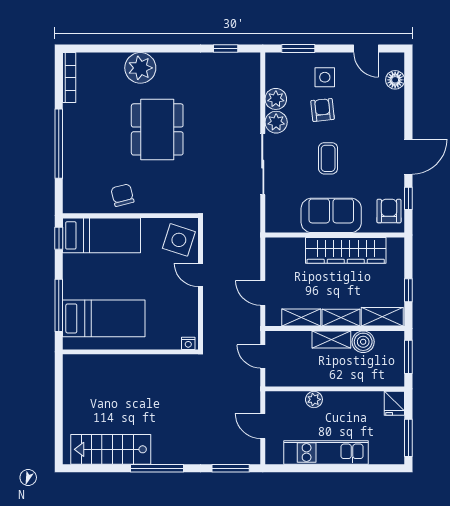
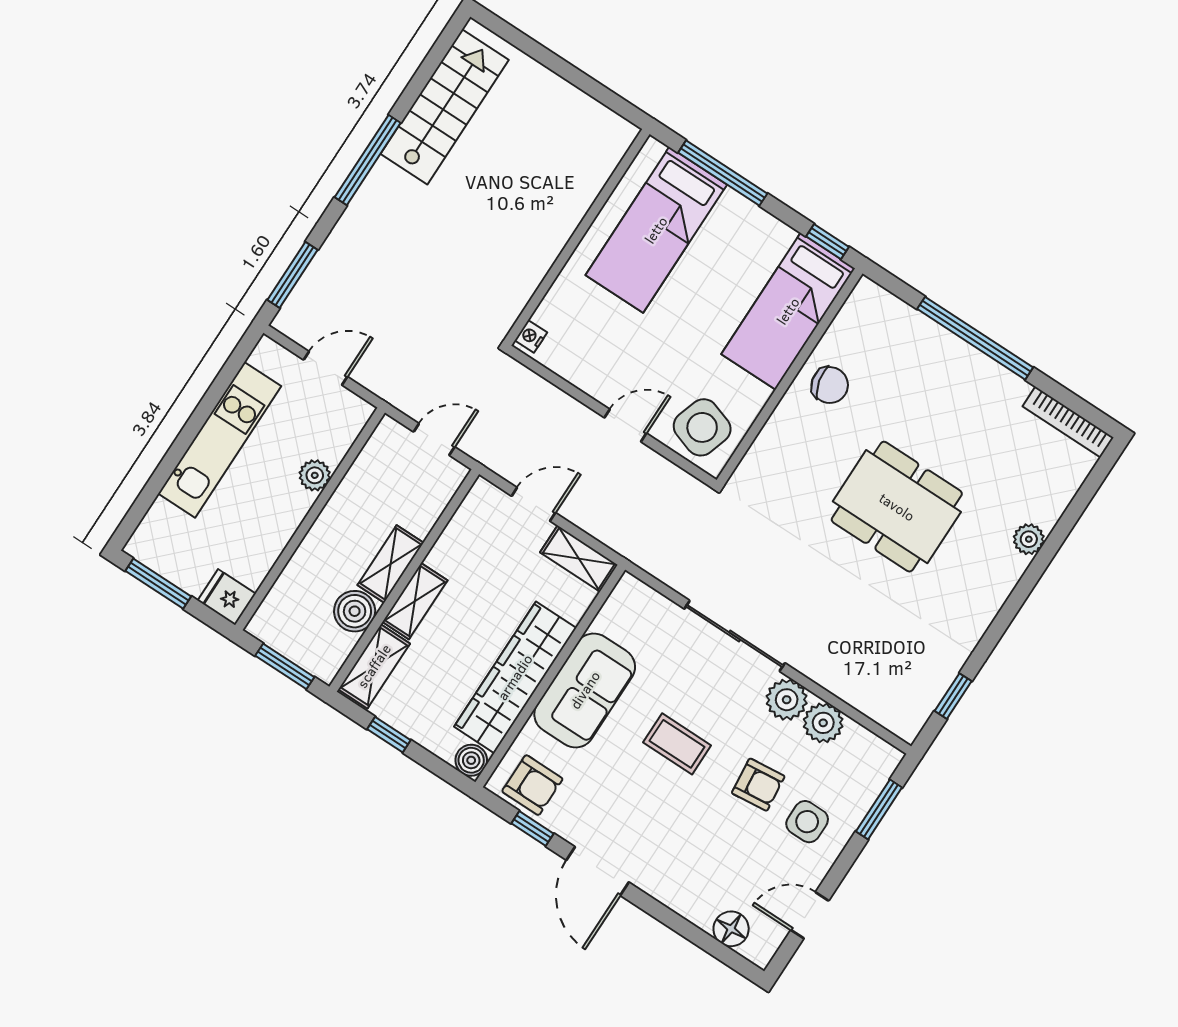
plant: (140, 68) -> (1029, 539), width x0.53, depth x0.53
boiler: (396, 246) -> (471, 760), added
shelving: (301, 317) -> (579, 559), moved, turned 90

